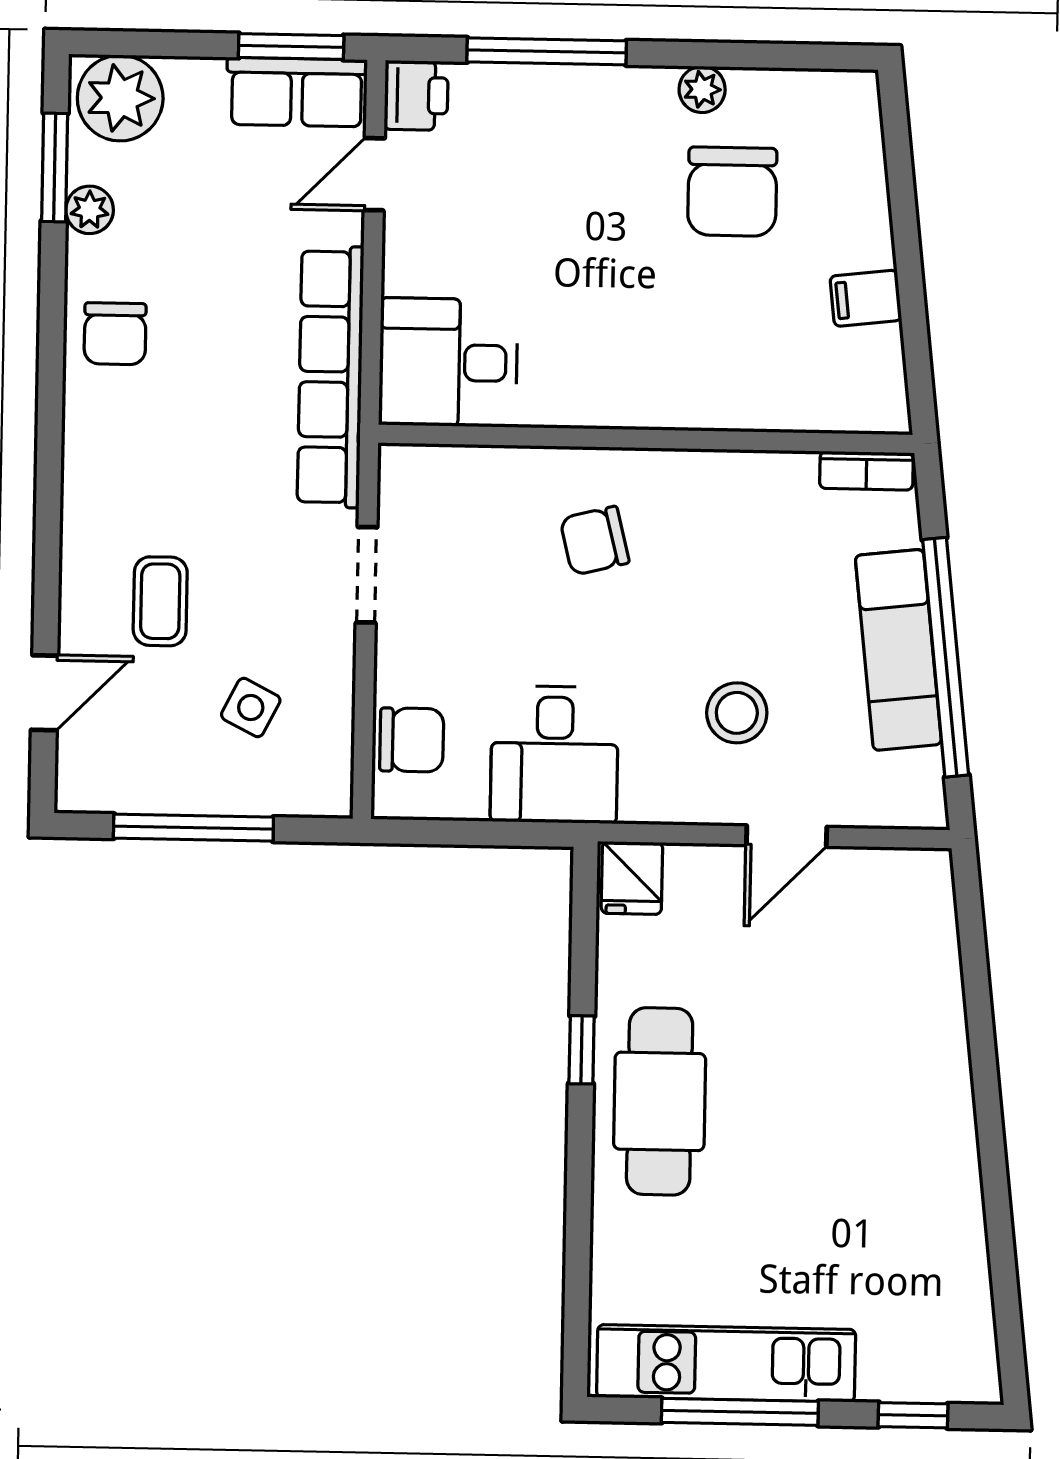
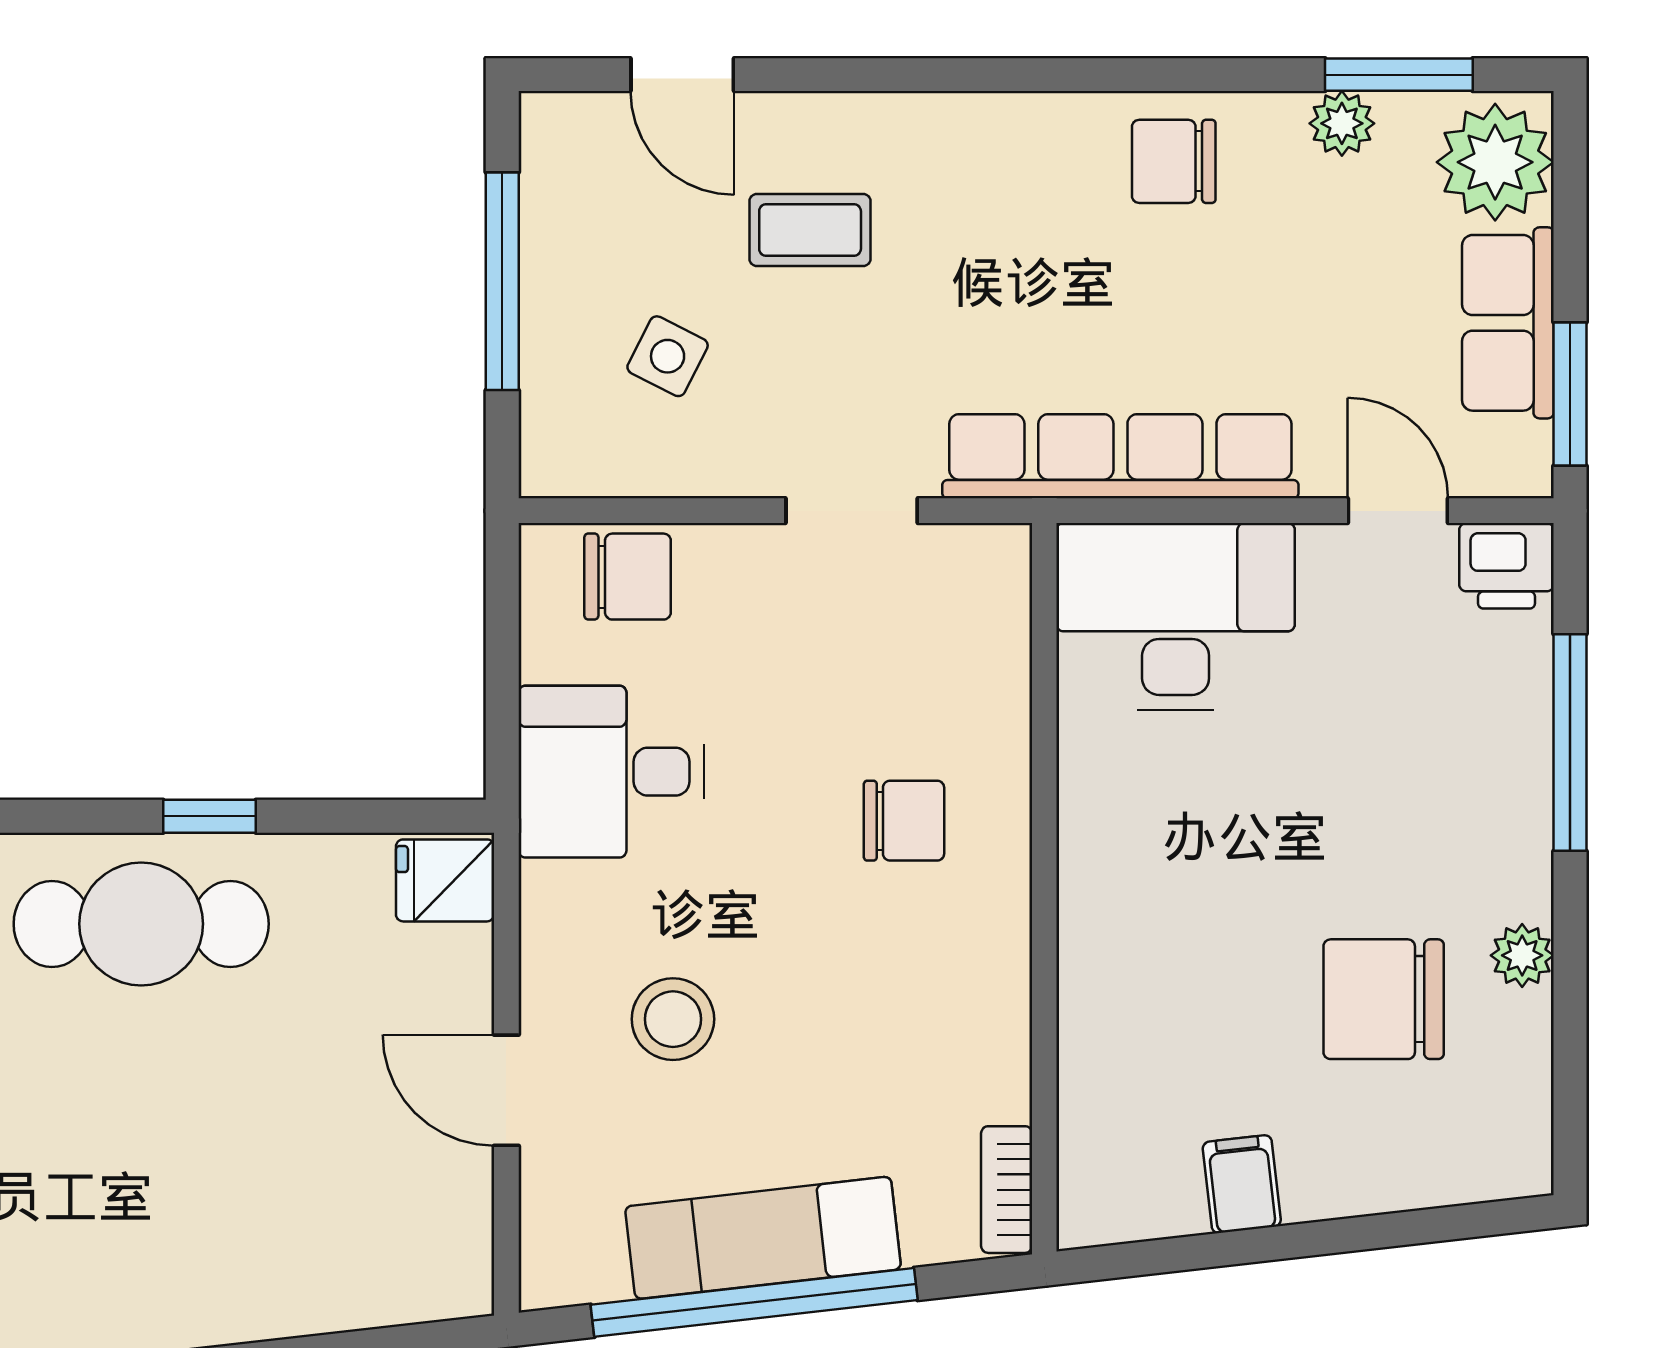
row of seats: (297, 92) -> (1508, 323), moved
desk: (448, 362) -> (1176, 616), width x1.37
chair: (595, 541) -> (904, 821), turned 104
chair: (412, 740) -> (628, 577), turned -90

